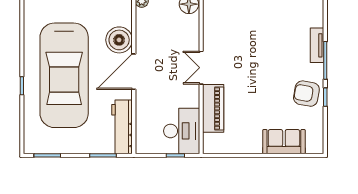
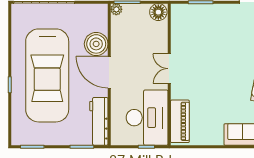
door: (134, 72) -> (109, 72), hinge flipped
piano: (213, 108) -> (180, 121), moved
desk: (182, 131) -> (147, 118), width x1.36, depth x1.30

